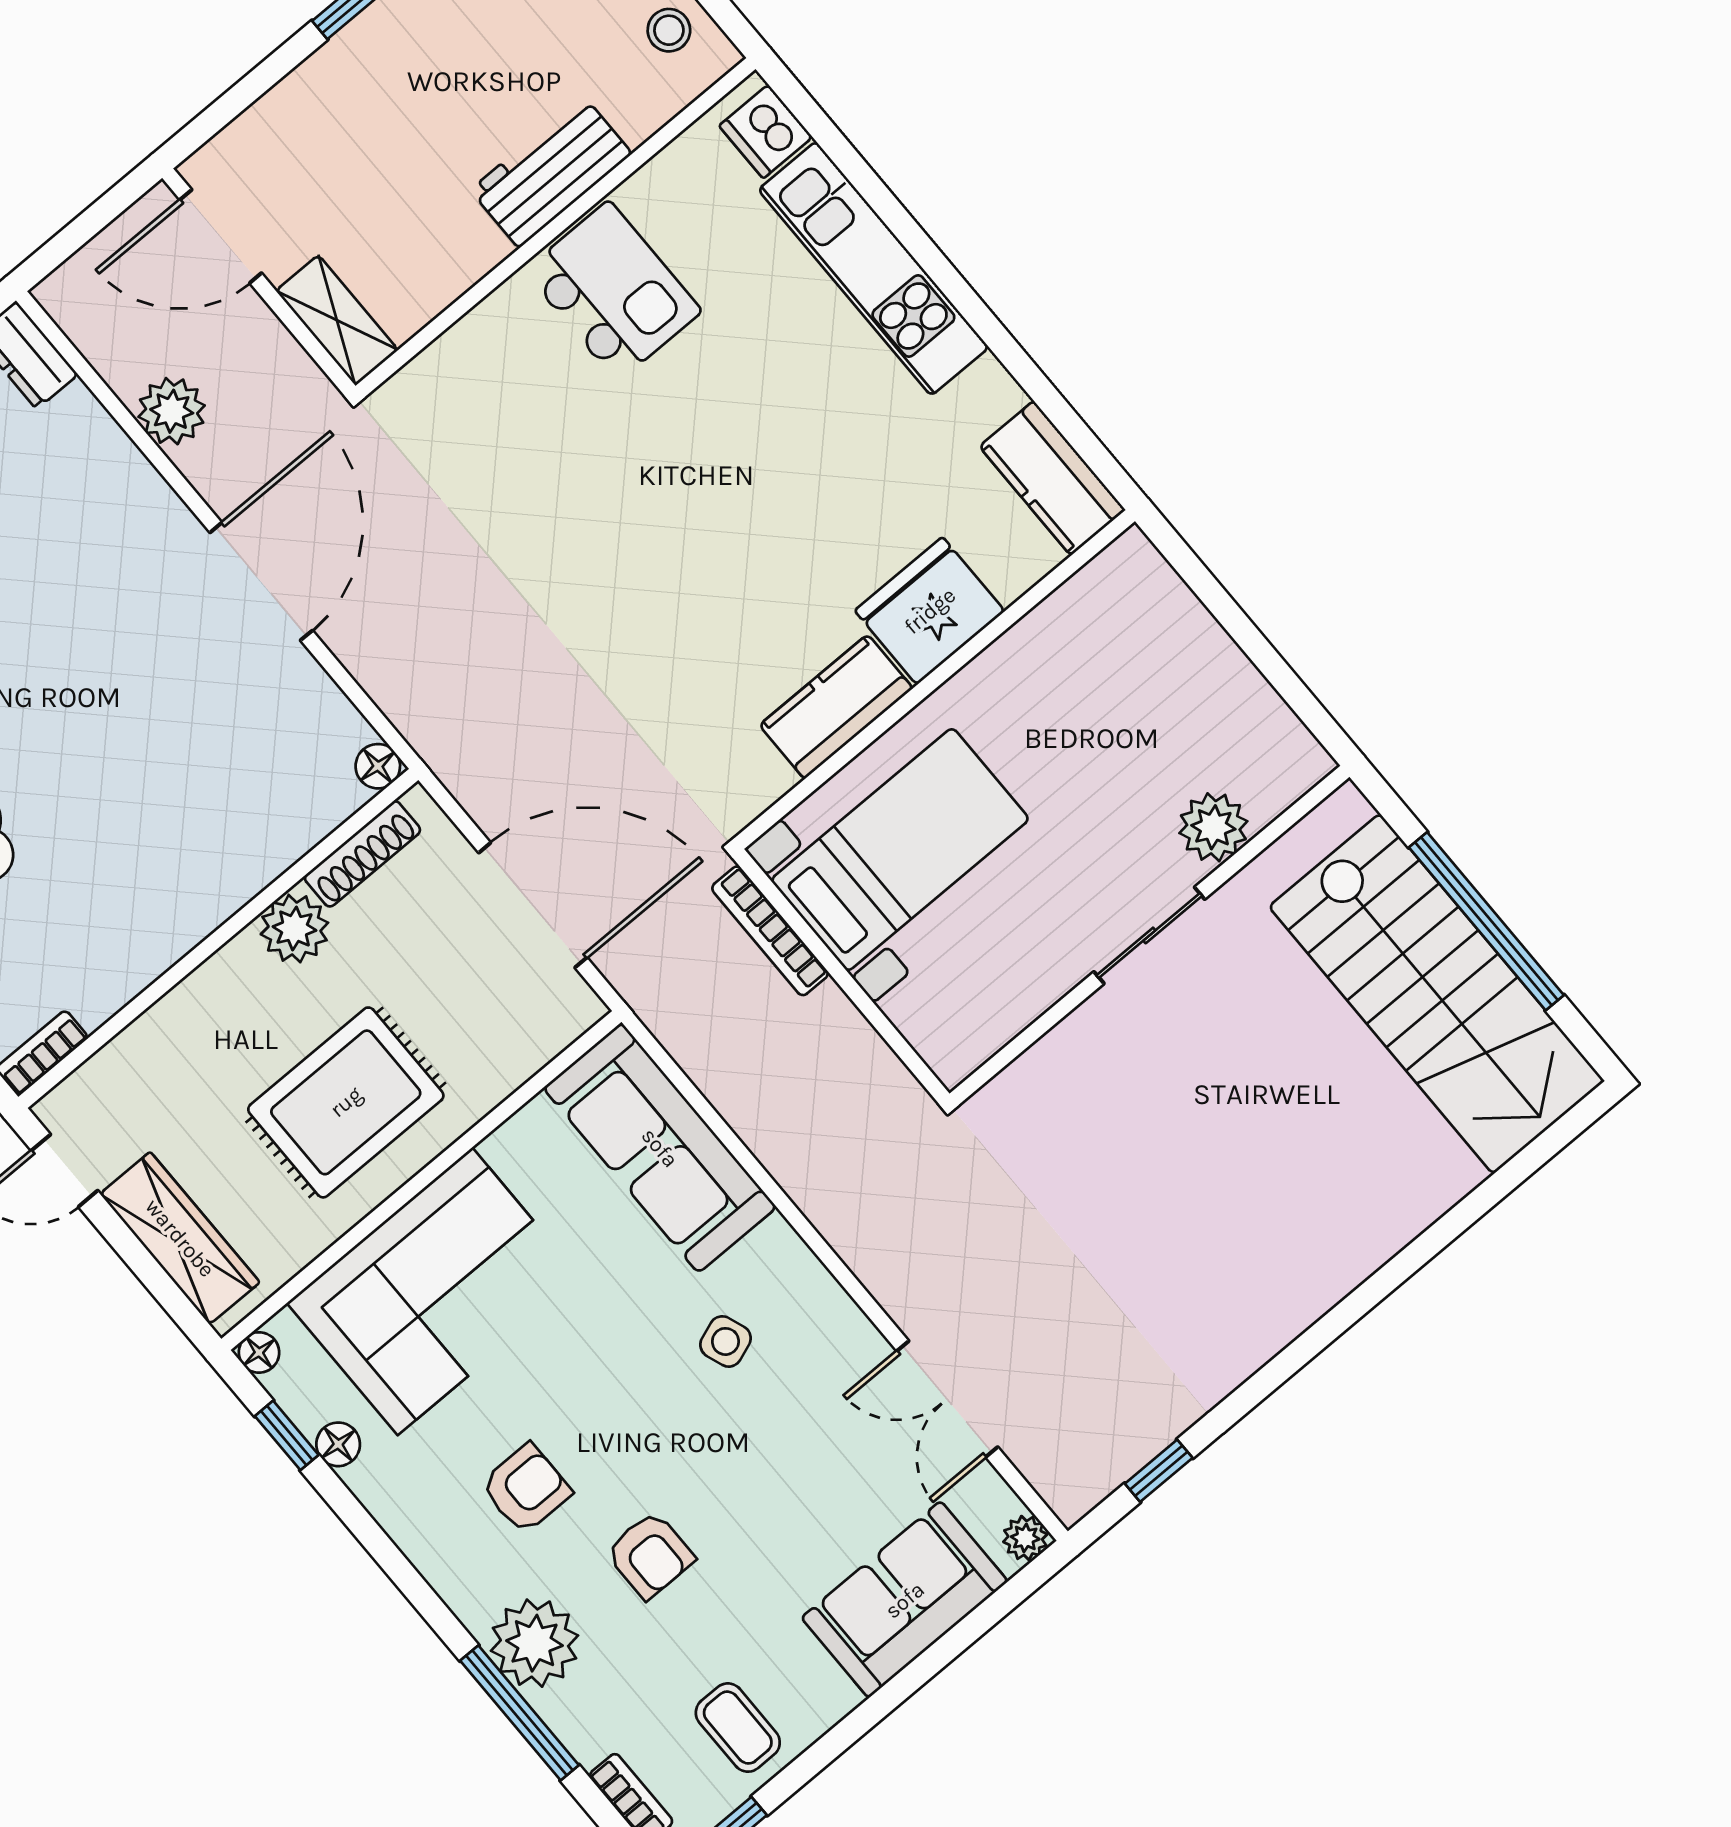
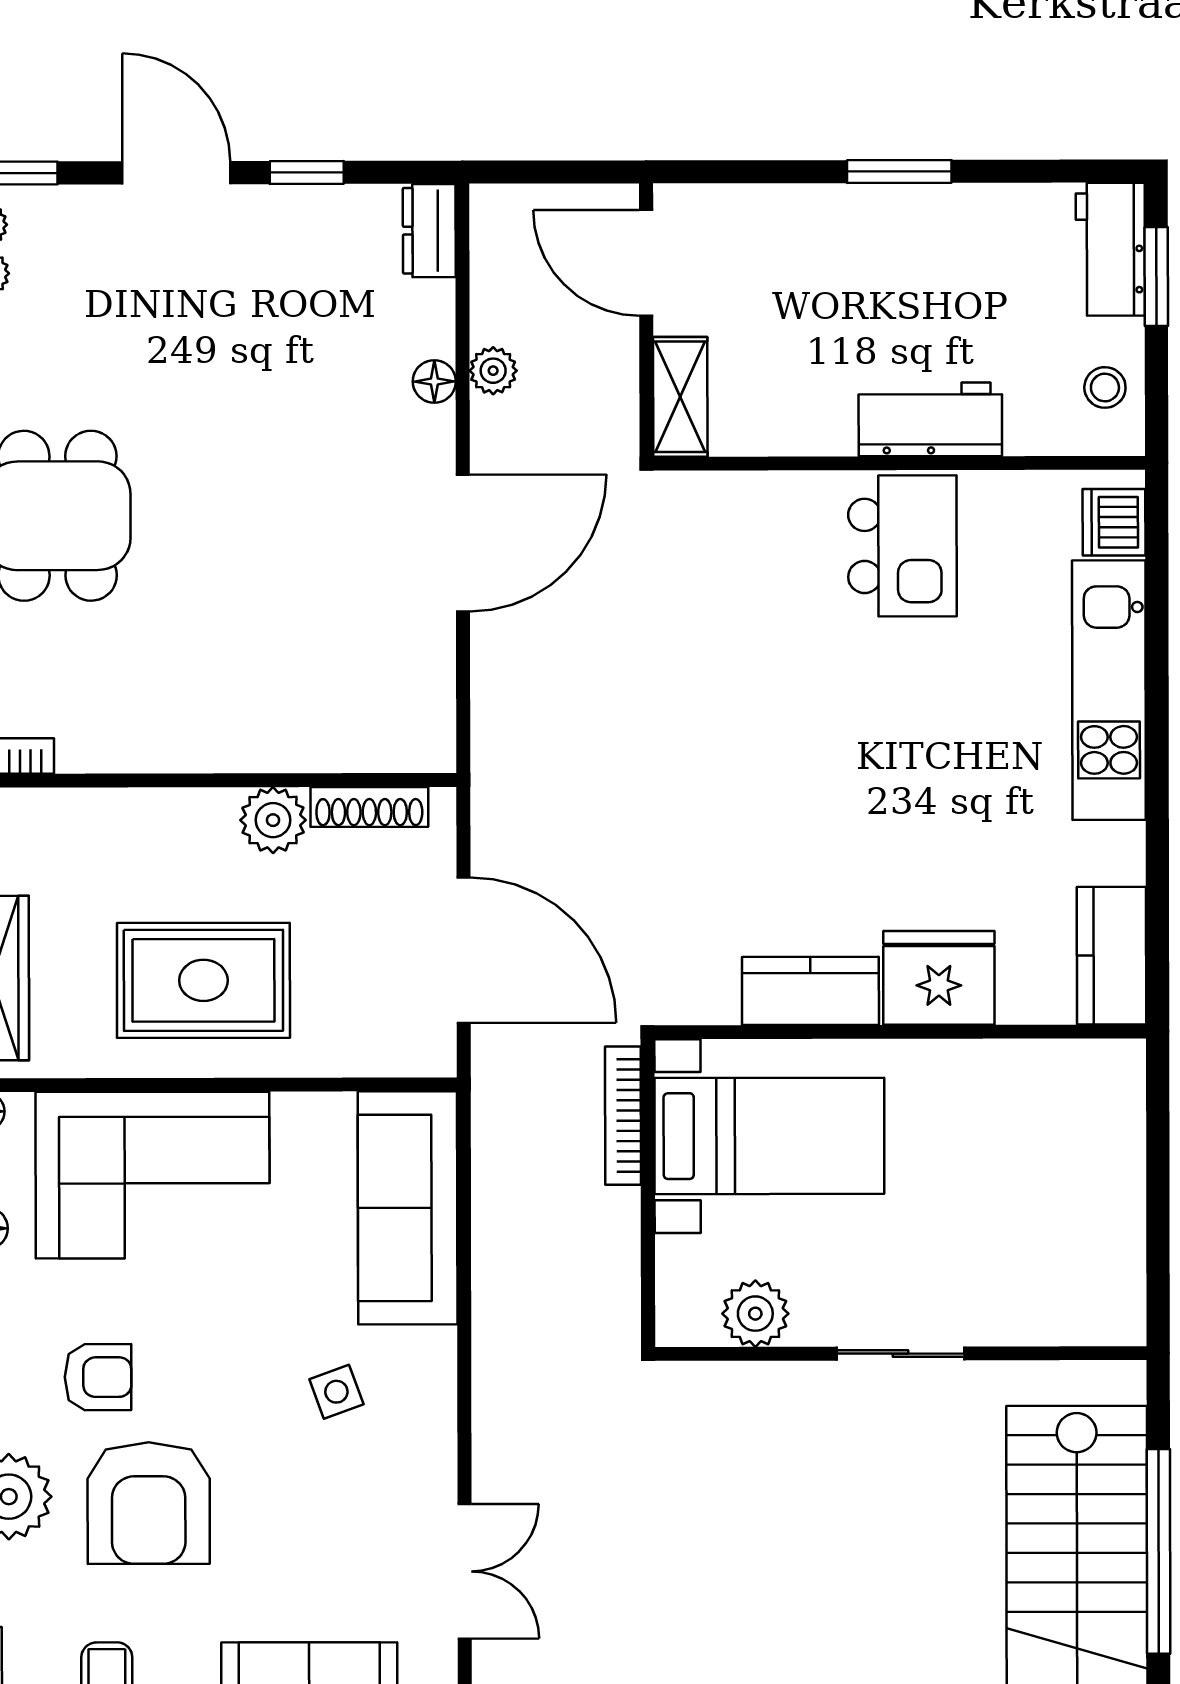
plant: (172, 411) -> (493, 371), width x0.73, depth x0.73
floor lamp: (378, 766) -> (434, 382), moved
plant: (1213, 827) -> (755, 1314), moved
double door: (947, 1399) -> (465, 1571), swing flipped
armchair: (650, 1555) -> (149, 1503), width x1.88, depth x1.88

